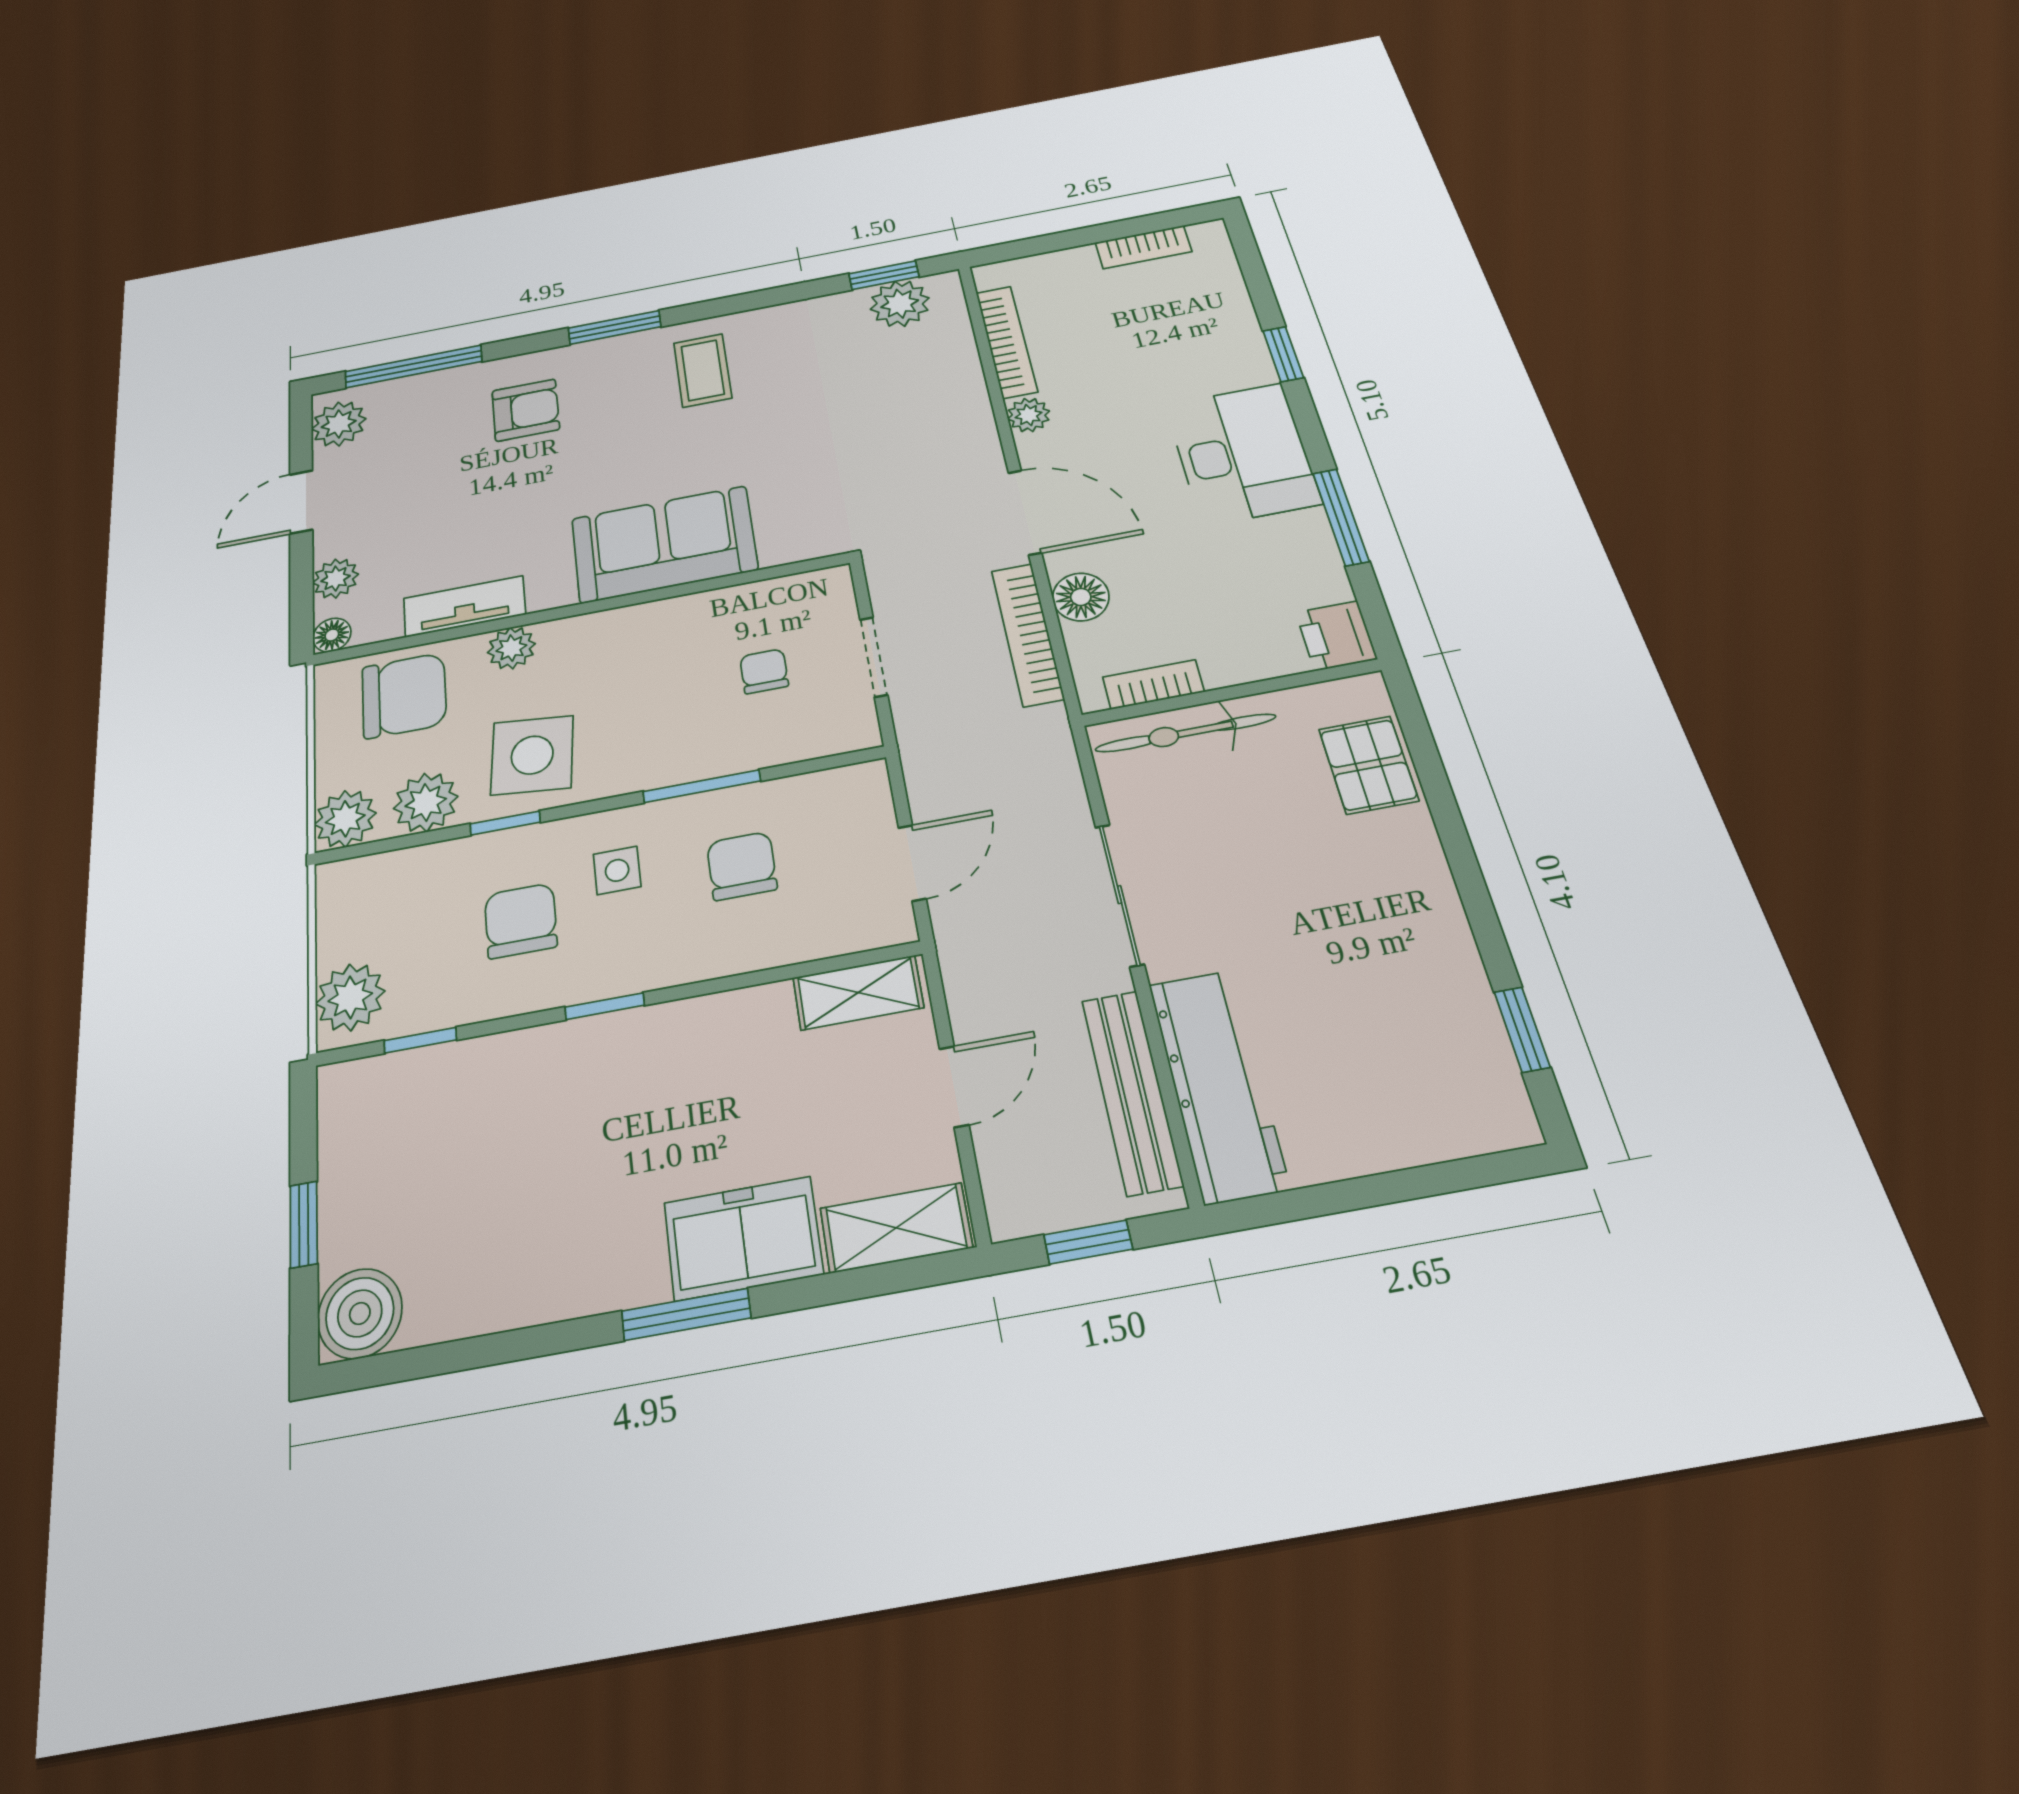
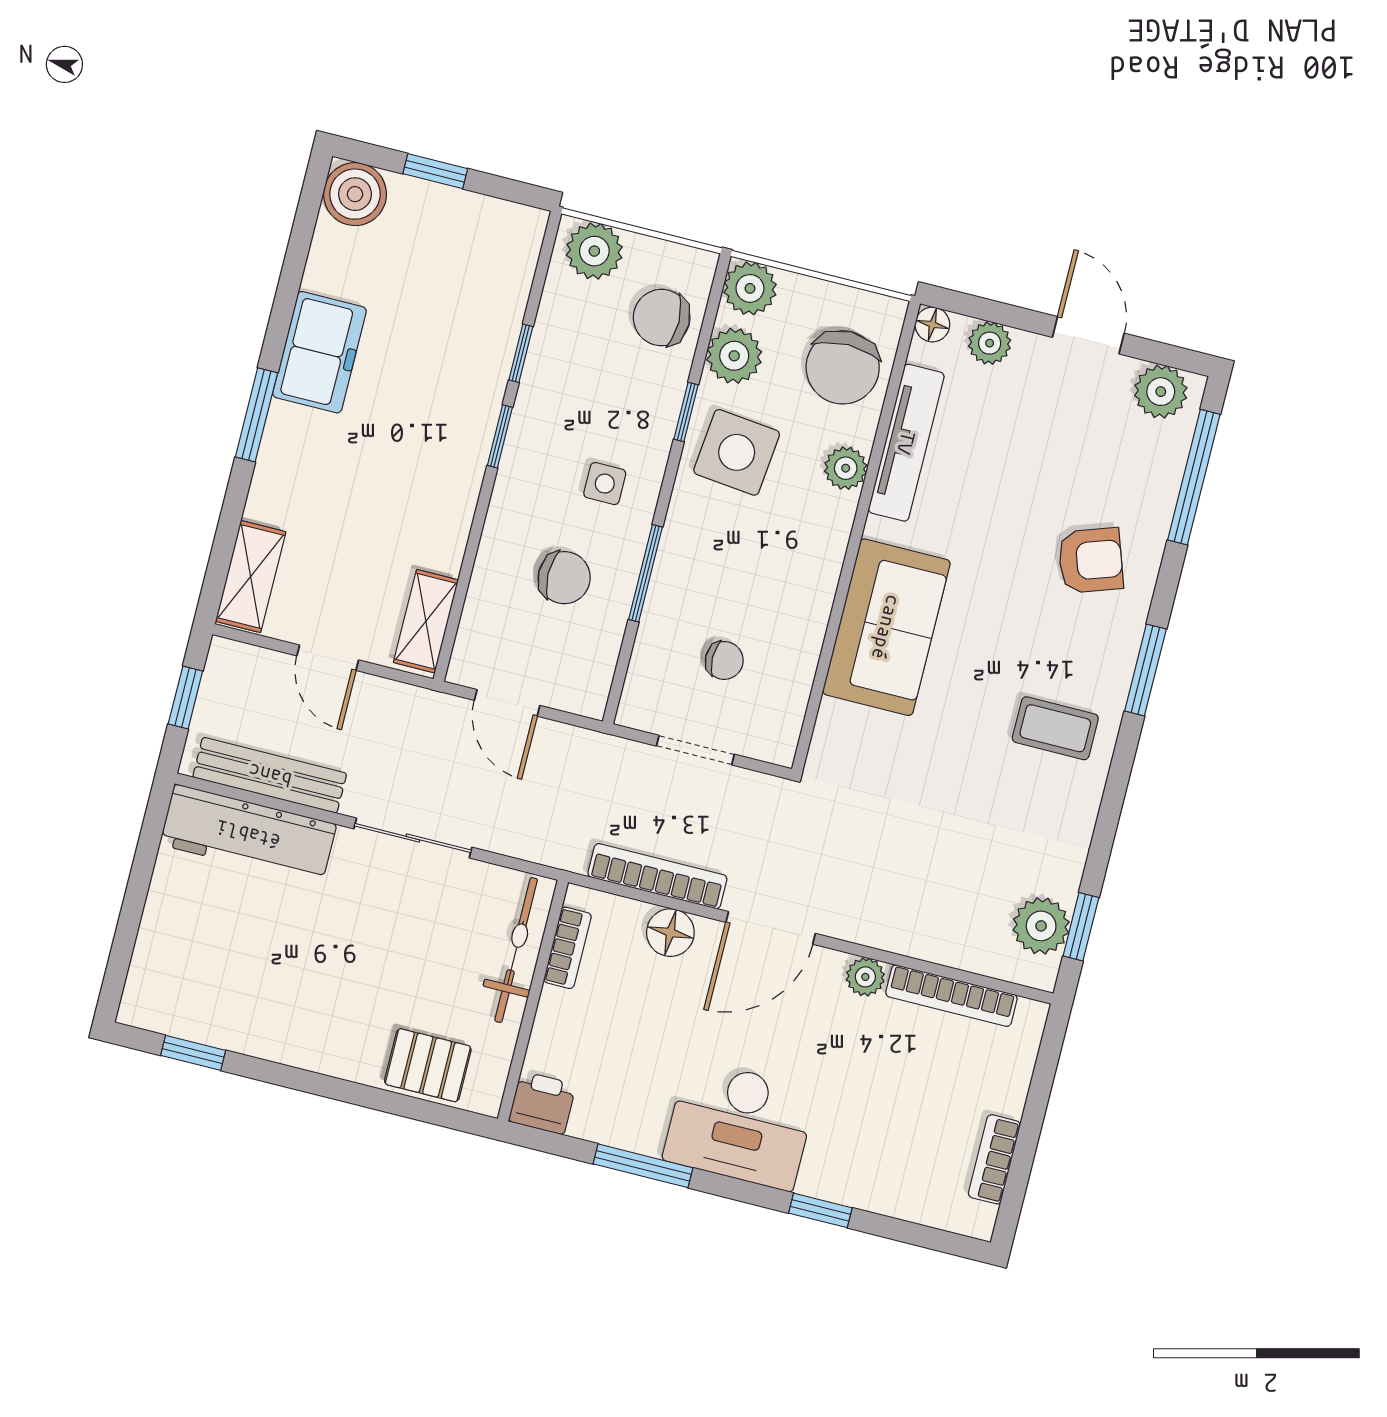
armchair: (526, 410) -> (1091, 560), turned -109
tv unit: (464, 606) -> (906, 443), width x1.41
chair: (521, 921) -> (662, 318), moved, turned 180
window: (420, 1040) -> (521, 353), moved
freezer: (743, 1238) -> (319, 352), moved

